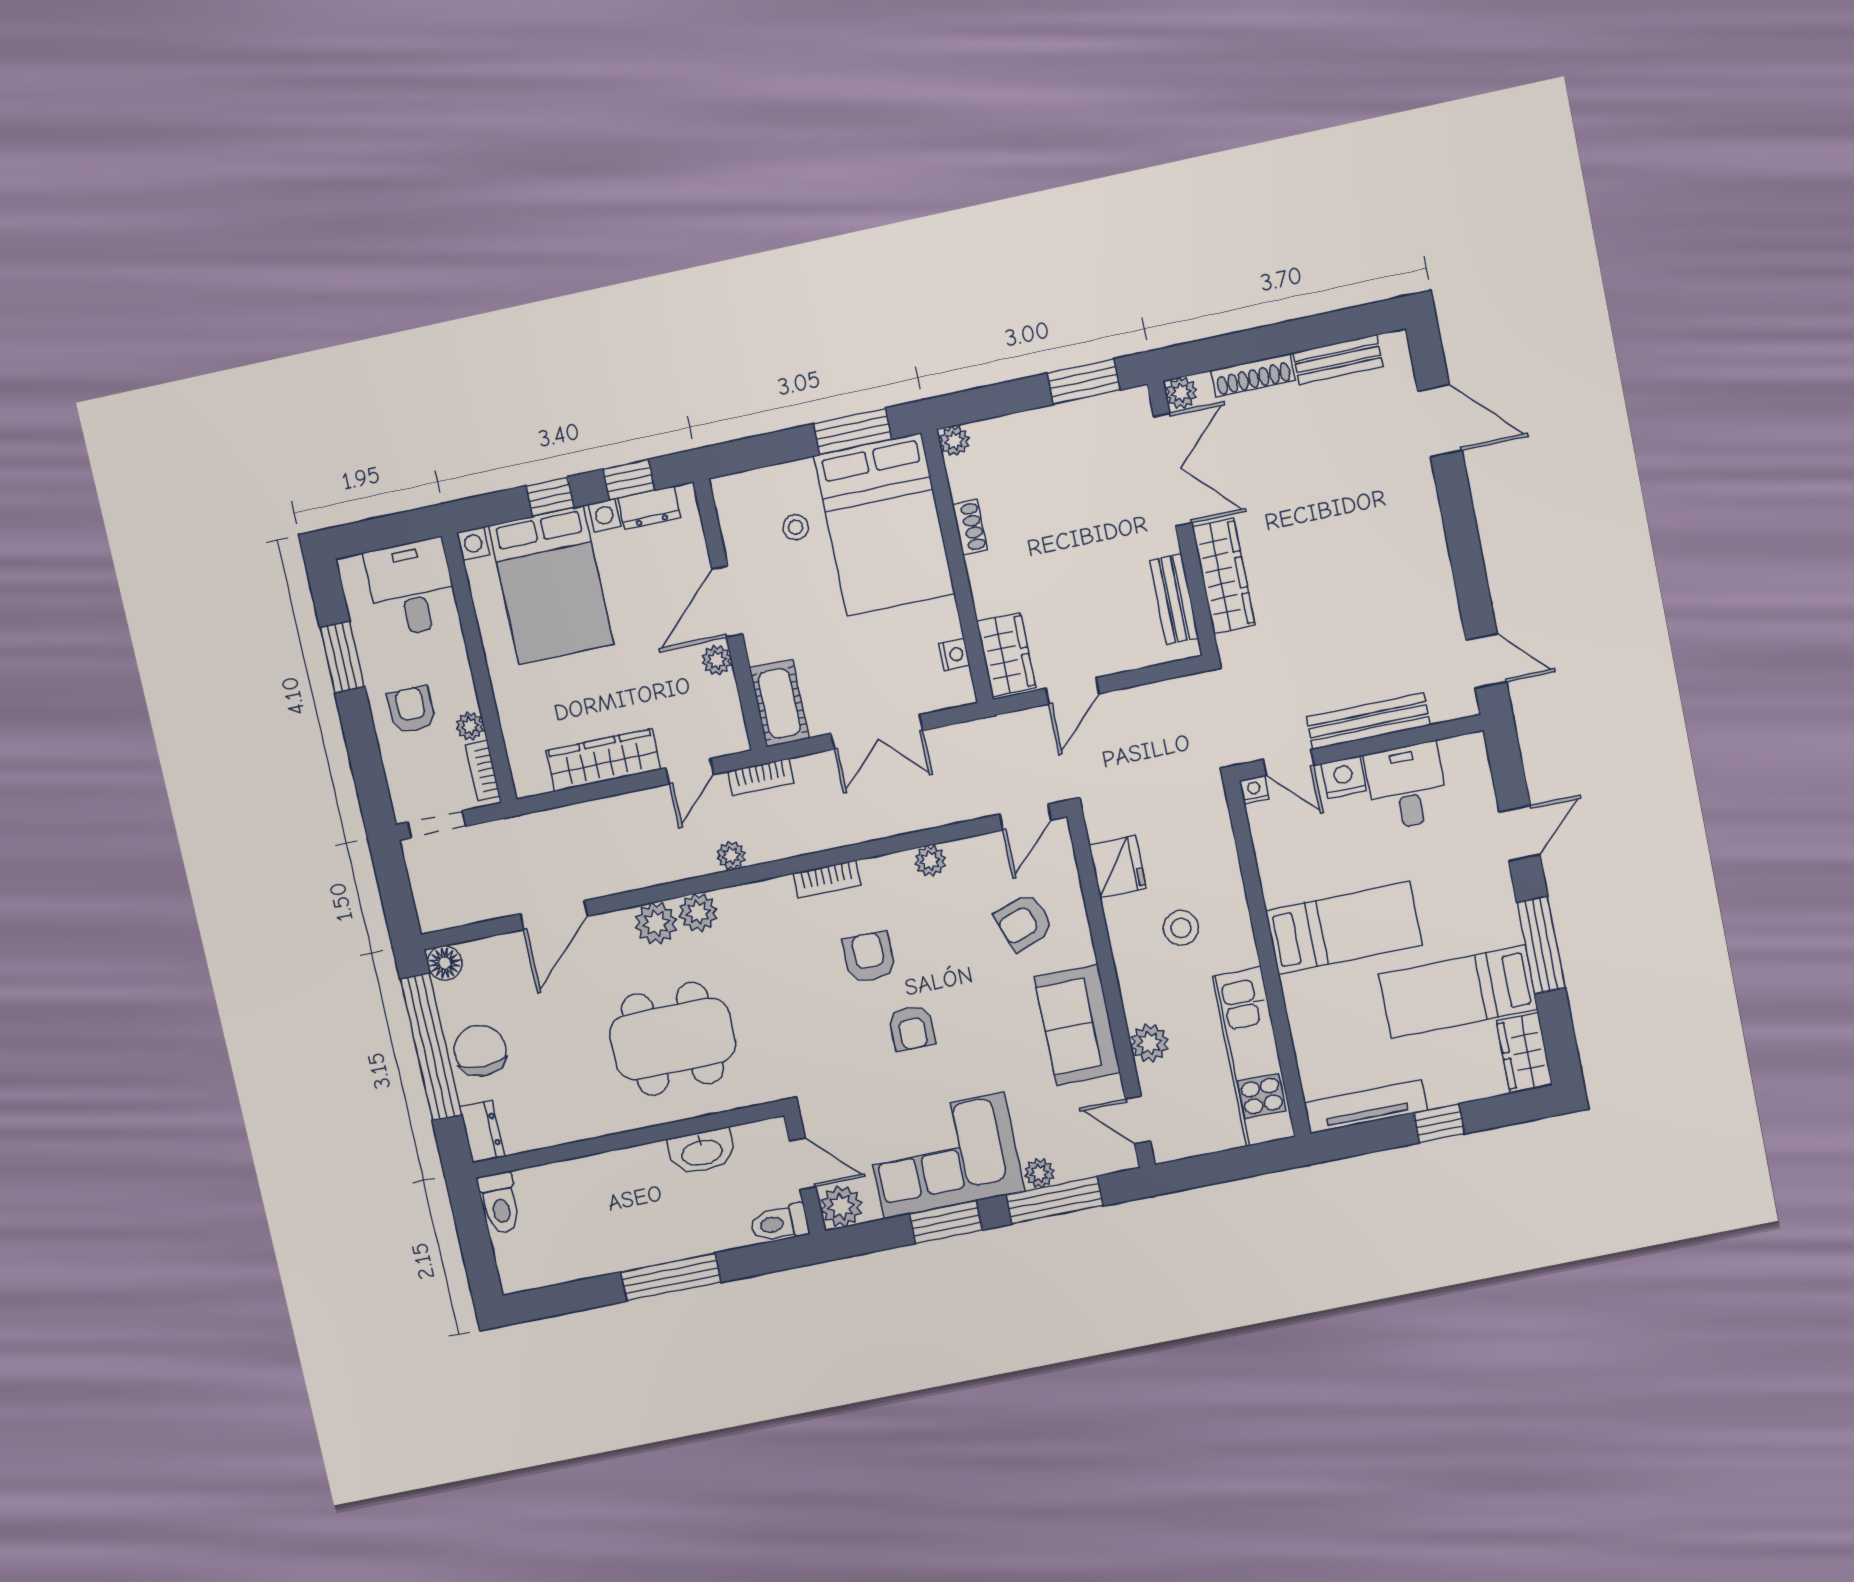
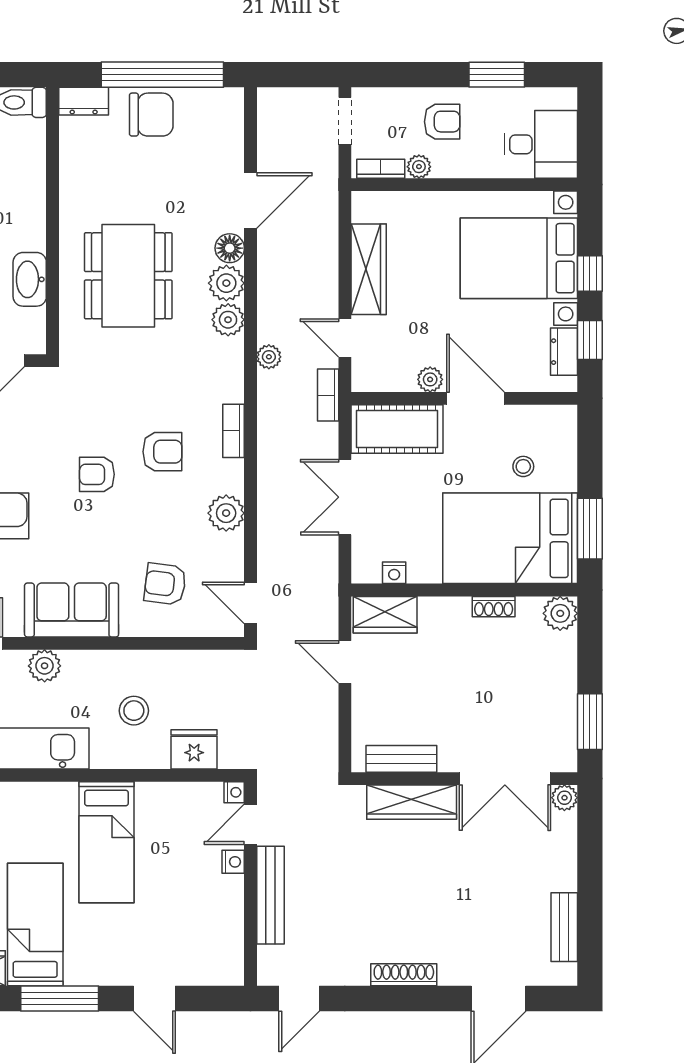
shoe rack: (1253, 375) -> (404, 975), moved, turned 90
plant: (954, 441) -> (560, 613), width x1.38, depth x1.38
cot: (779, 703) -> (397, 429), width x1.37, depth x1.34
nightstand: (1344, 777) -> (233, 862), width x0.72, depth x0.74
desk: (1407, 786) -> (211, 915), removed
plant: (930, 861) -> (226, 513), width x1.38, depth x1.38
fridge: (1118, 867) -> (194, 749), moved, turned 180
door: (554, 915) -> (251, 201), swing flipped
armchair: (1024, 922) -> (165, 584), turned -64
floor lamp: (445, 963) -> (230, 248), moved

